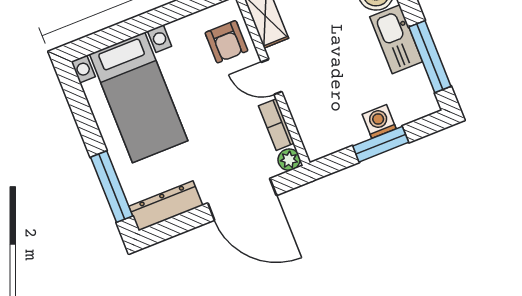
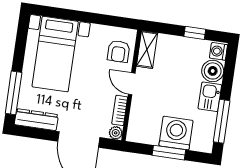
kitchen sink: (396, 39) -> (210, 97), width x0.73
washing machine: (379, 121) -> (176, 133), width x1.89, depth x1.89

